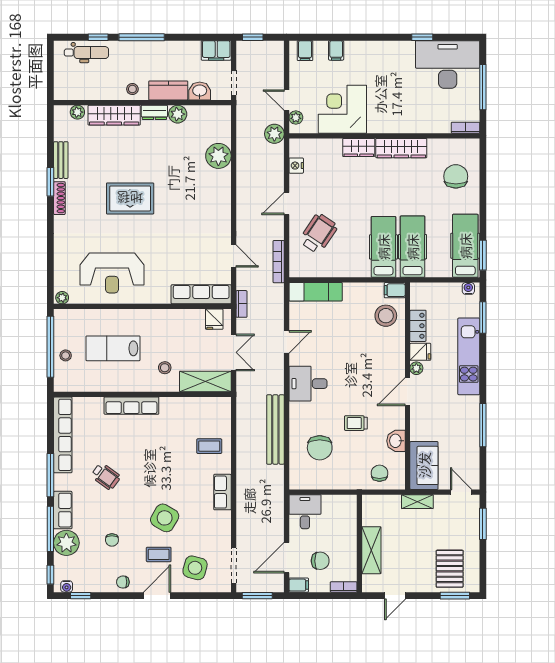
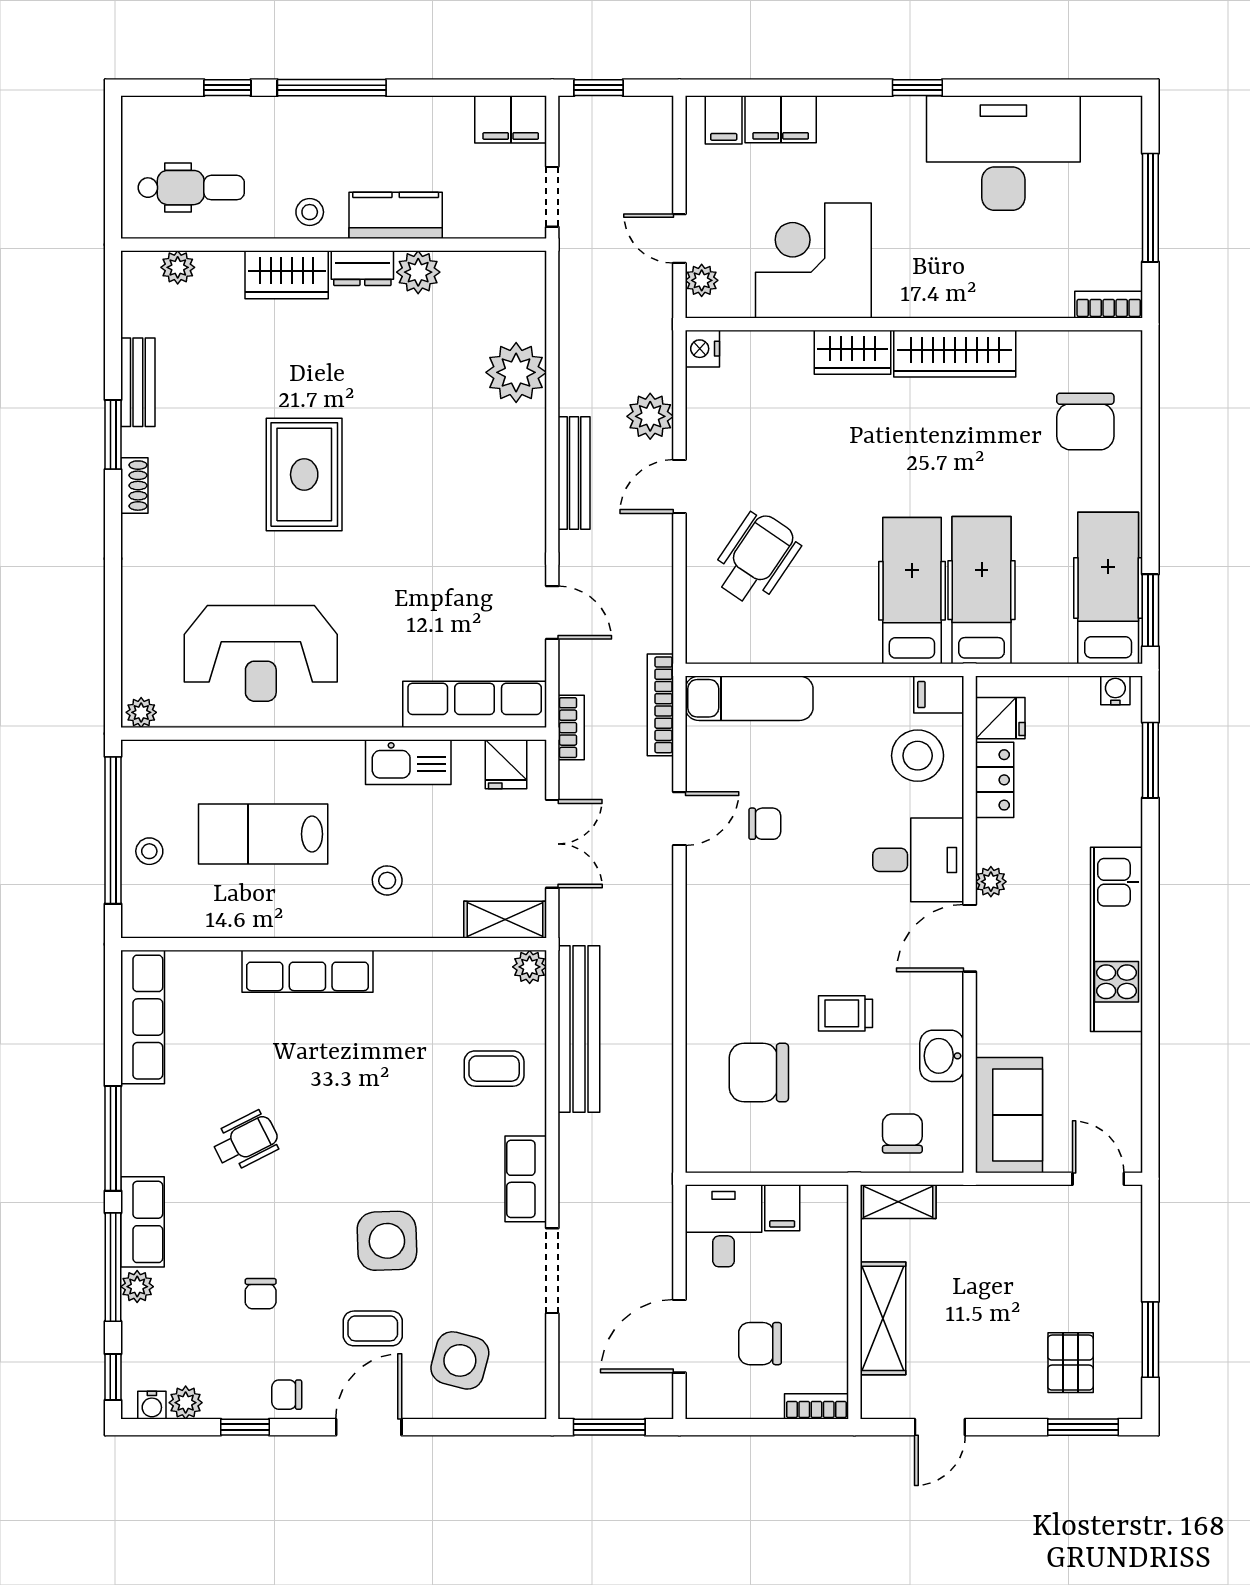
window: (422, 37) -> (917, 88), moved
filing cabinet: (336, 50) -> (781, 119), width x2.00
dental chair: (86, 53) -> (191, 188), moved
desk: (448, 64) -> (1003, 153), moved
washbasin: (200, 91) -> (471, 217), removed
wardrobe: (114, 115) -> (287, 275), width x0.67
plant: (274, 134) -> (650, 416), moved
nightstand: (296, 166) -> (702, 349), moved
chair: (456, 176) -> (1085, 421), turned 180
shoe rack: (59, 198) -> (134, 486), width x0.70
rug: (130, 198) -> (304, 475), turned 90
bench: (243, 198) -> (574, 473), added
bookcase: (279, 262) -> (660, 705), moved
kitchen sink: (174, 318) -> (408, 762), added
chair: (322, 344) -> (765, 824), added
fridge: (420, 352) -> (1000, 718), moved
kitchen unit: (469, 356) -> (1117, 939), moved
shelving: (205, 381) -> (505, 920), width x0.67, depth x0.75
desk: (308, 384) -> (918, 860), moved, turned 180
plant: (224, 404) -> (530, 967), added
window: (483, 425) -> (1150, 1018), removed
bench: (275, 429) -> (579, 1029), moved
row of seats: (63, 435) -> (143, 1017), width x0.73
chair: (320, 448) -> (759, 1073), turned 90
wheelchair: (106, 476) -> (246, 1141), turned -63
shelving: (417, 502) -> (898, 1202), moved
side table: (165, 518) -> (387, 1241), turned -32
window: (483, 524) -> (1150, 1340), moved
plant: (66, 543) -> (137, 1287), width x0.53, depth x0.53
chair: (320, 561) -> (760, 1344), turned 180
doorway: (234, 565) -> (552, 1271), moved
pallet: (450, 569) -> (1071, 1363), width x0.67, depth x0.71
plant: (81, 585) -> (186, 1403), added
filing cabinet: (299, 585) -> (782, 1208), moved, turned 90
window: (81, 596) -> (245, 1427), moved

